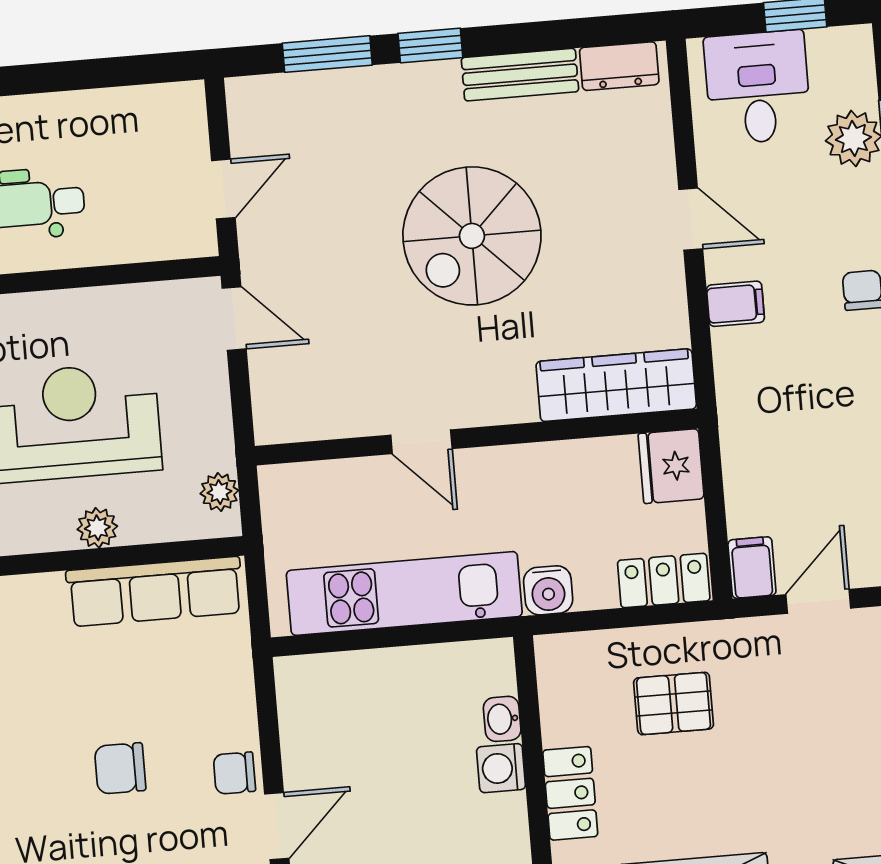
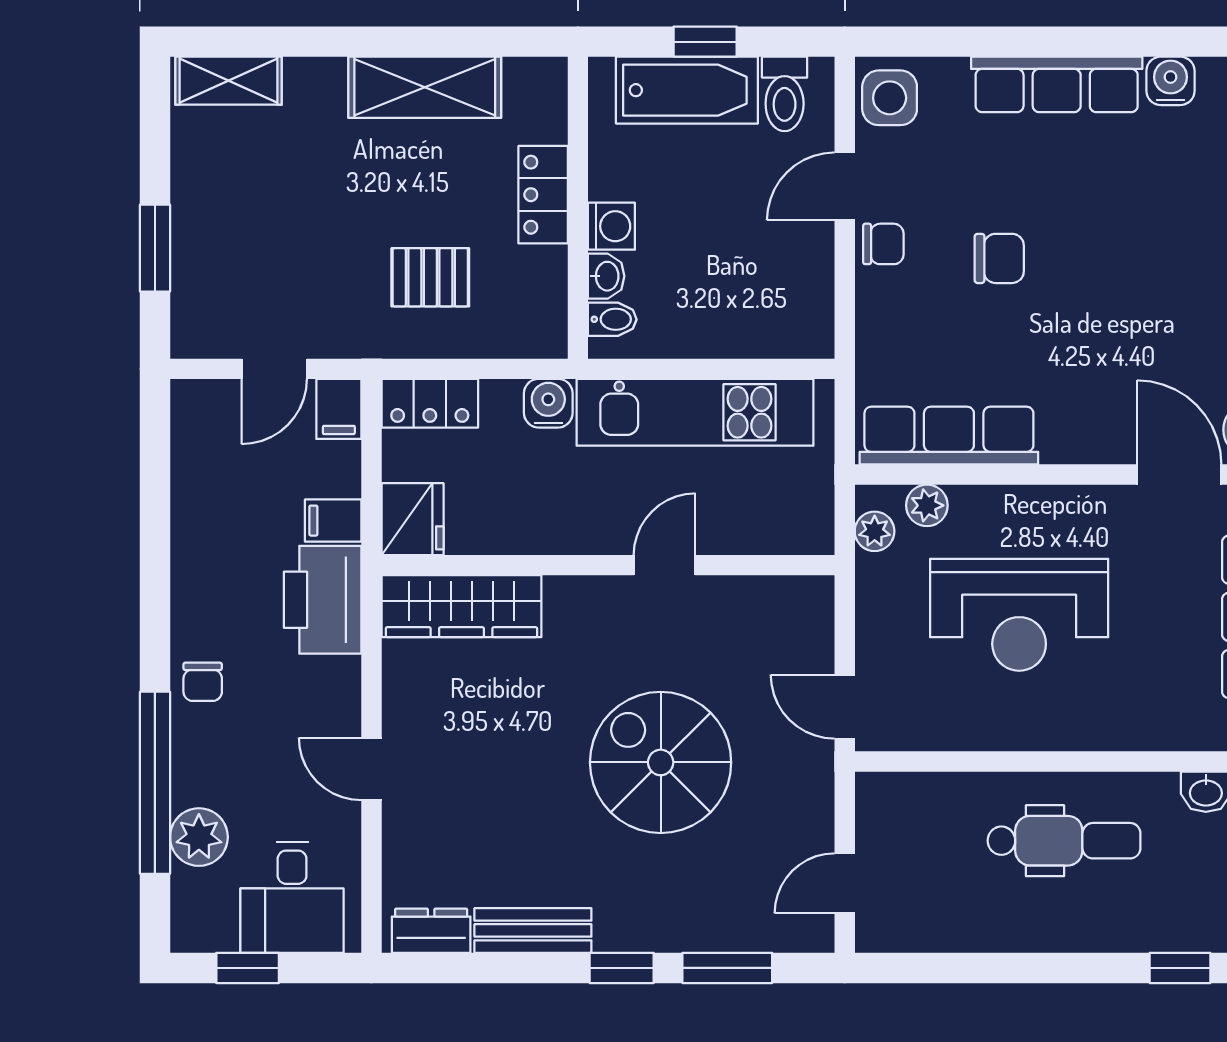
door: (223, 189) -> (845, 883), moved
spiral stairs: (472, 236) -> (661, 762), moved, turned -90
filing cabinet: (735, 304) -> (333, 521), moved
printer: (752, 380) -> (323, 600), added
door: (421, 442) -> (665, 565), hinge flipped
plant: (97, 528) -> (927, 505), moved
bidet: (493, 677) -> (612, 319), added

